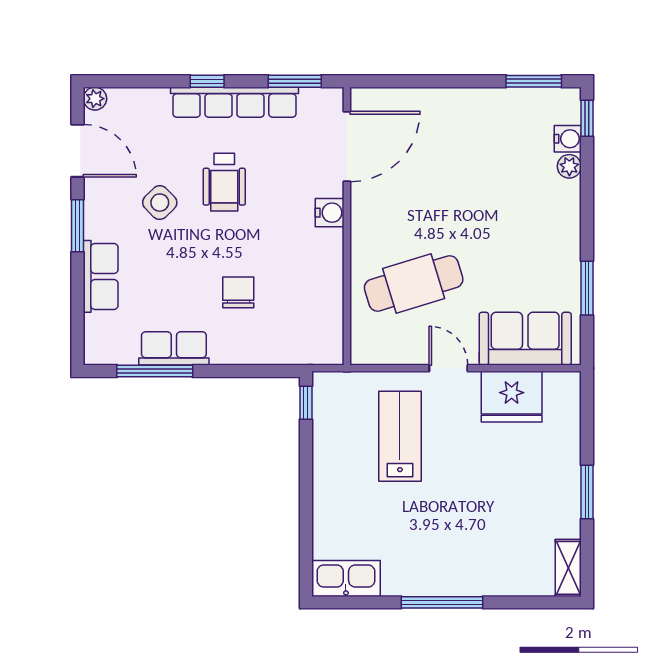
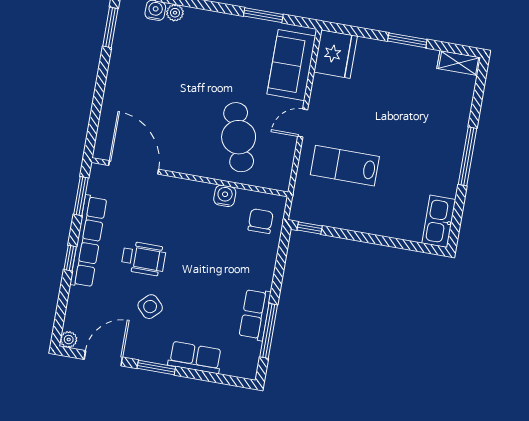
water cooler: (330, 213) -> (225, 196), moved
chair: (238, 292) -> (261, 221), moved, turned 90
fridge: (512, 397) -> (336, 54), moved

